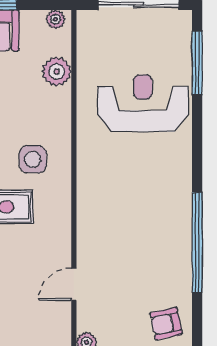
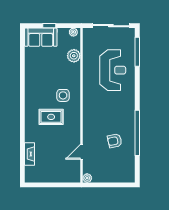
reception desk: (143, 103) -> (113, 70), turned 90
armchair: (166, 324) -> (115, 141), moved

